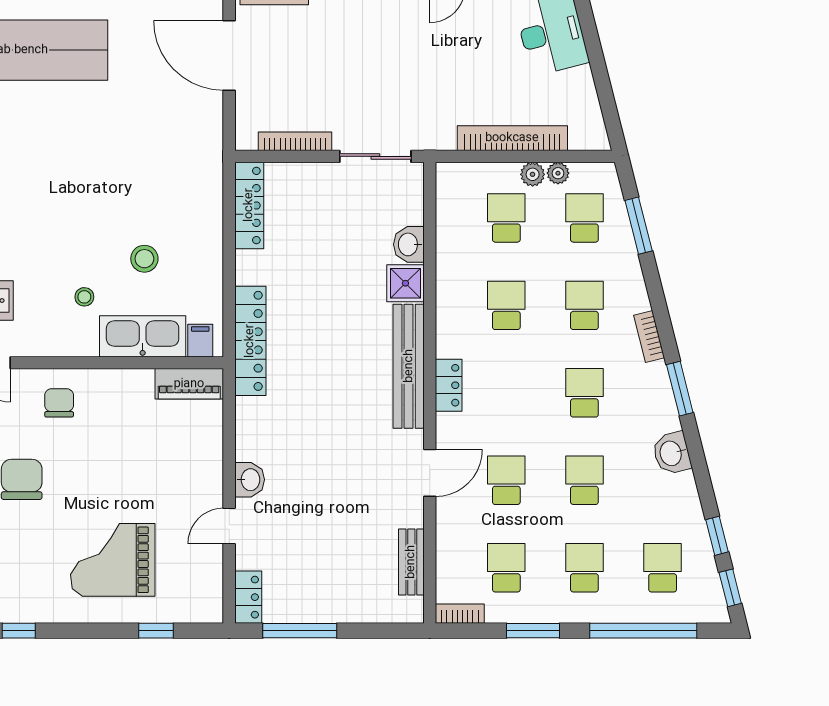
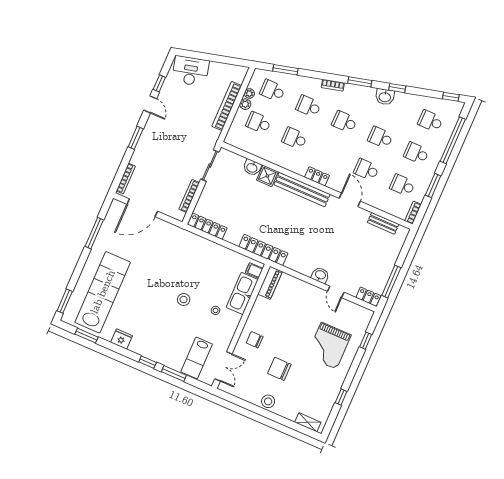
stool: (144, 259) -> (184, 300), moved
window: (717, 536) -> (397, 88), moved

